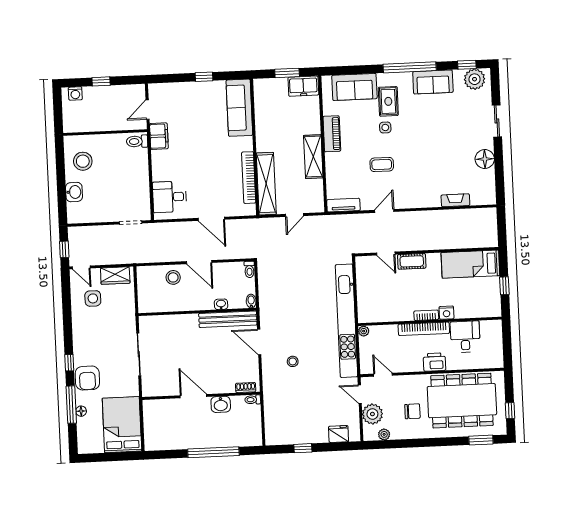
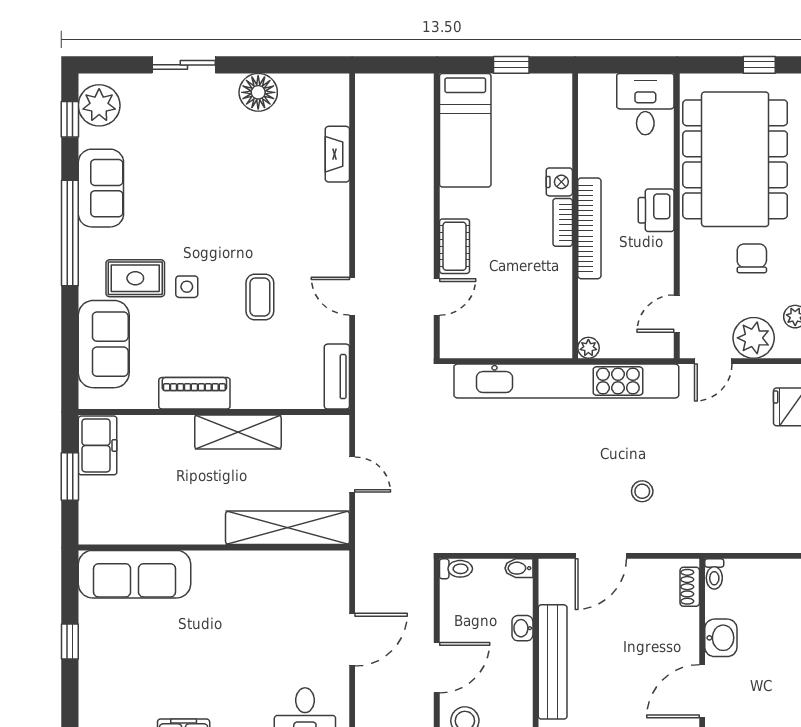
bookcase: (249, 178) -> (274, 562), removed
bench: (228, 319) -> (553, 662), moved
desk: (465, 337) -> (645, 104), moved, turned 90

